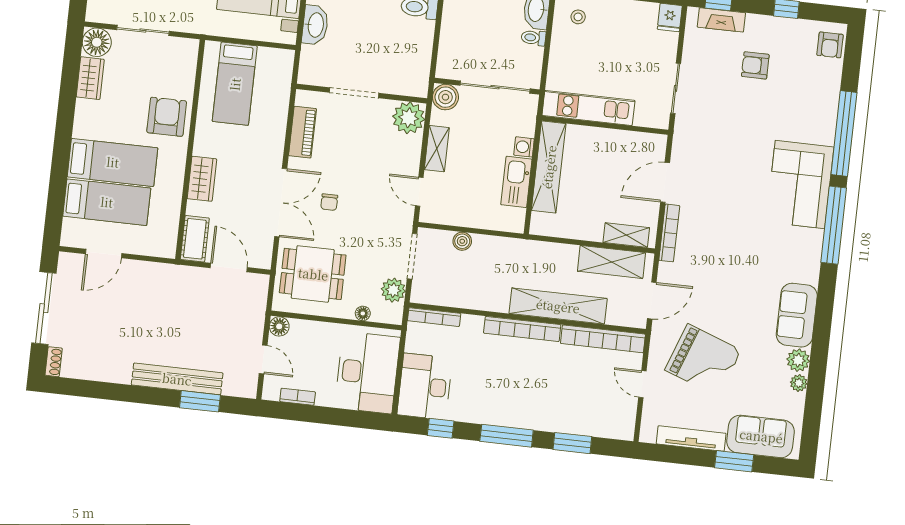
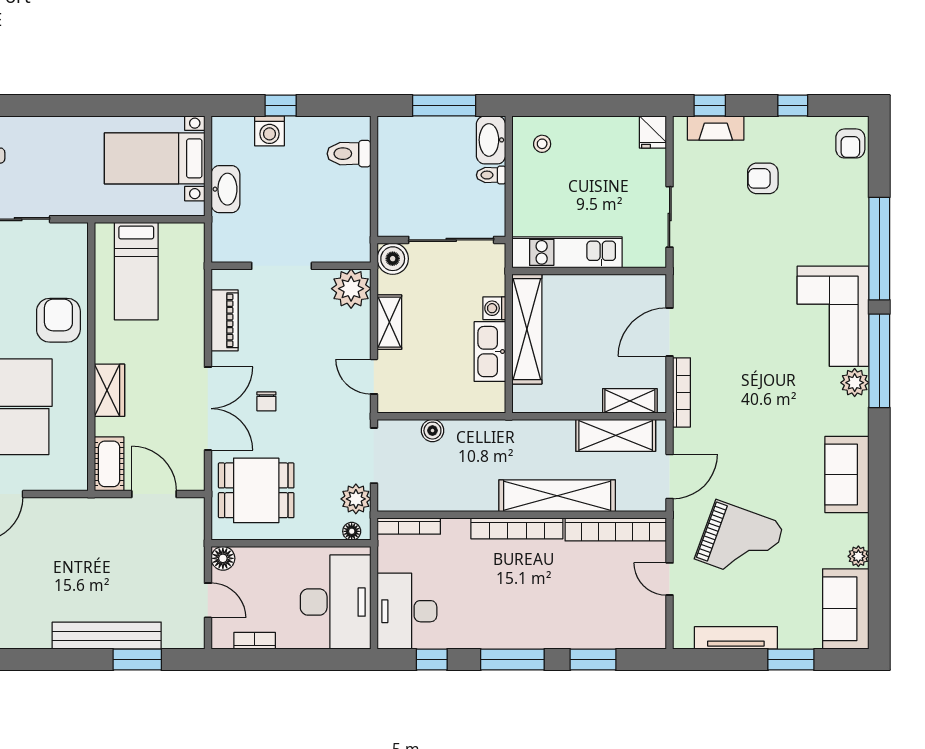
floor lamp: (363, 313) -> (352, 531), moved
plant: (798, 360) -> (855, 383), moved
sofa: (761, 436) -> (846, 609), moved, turned -90

